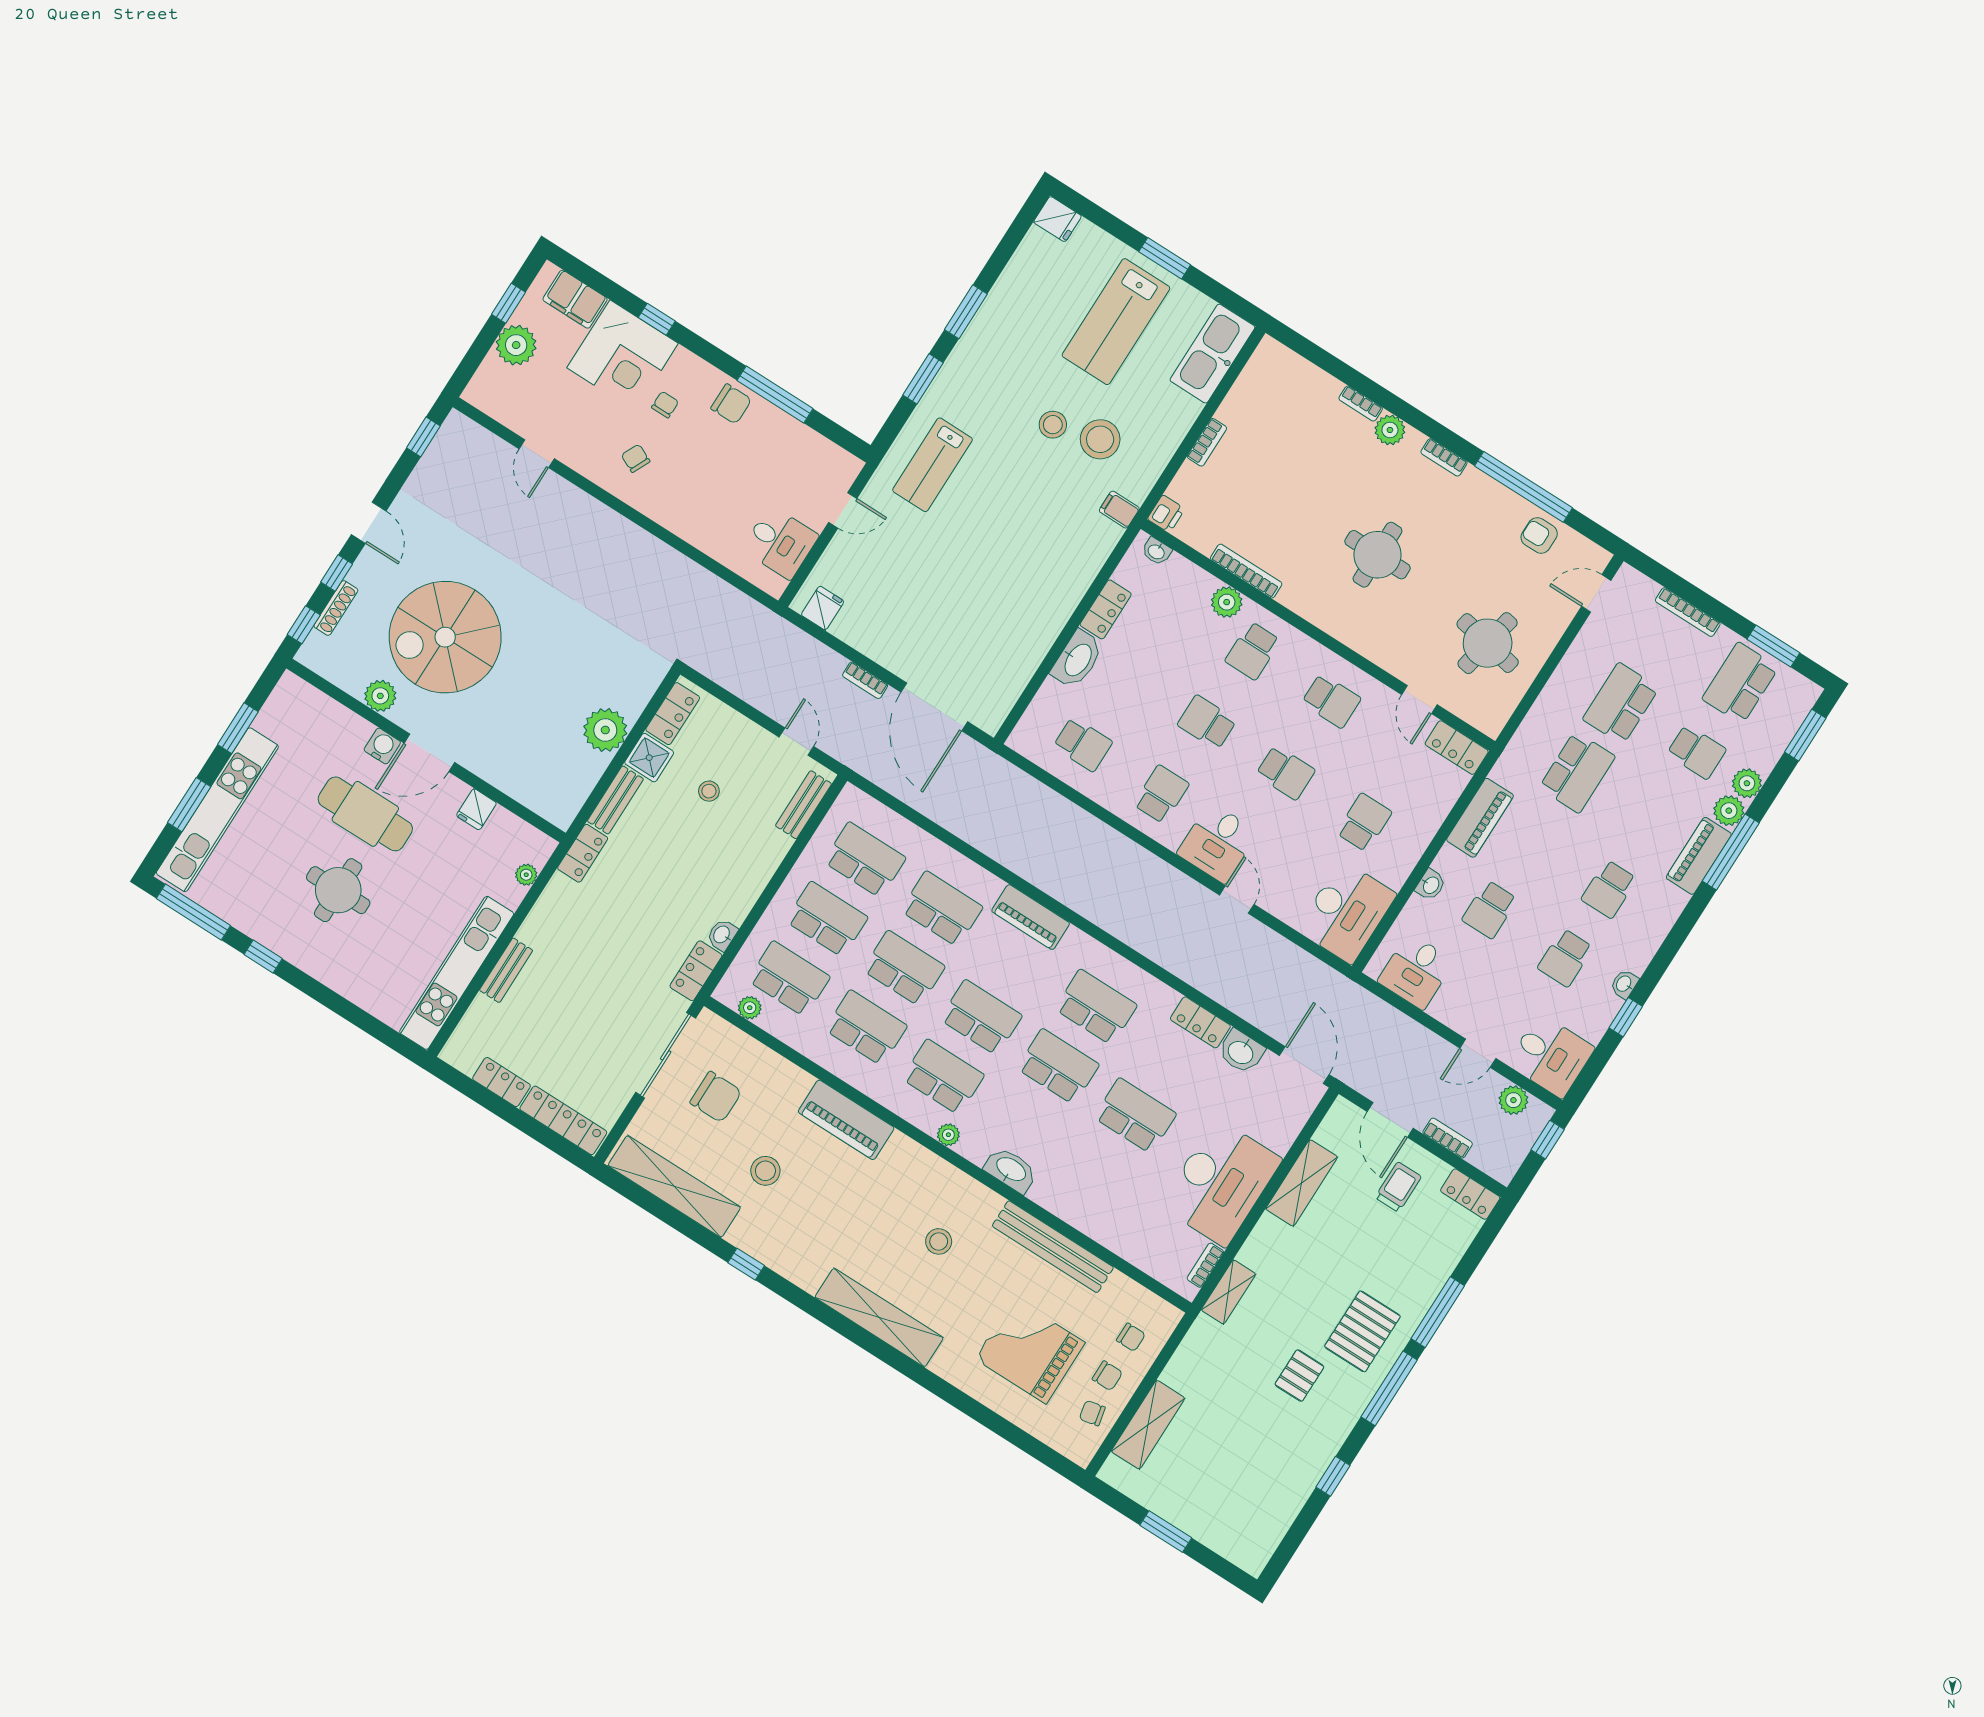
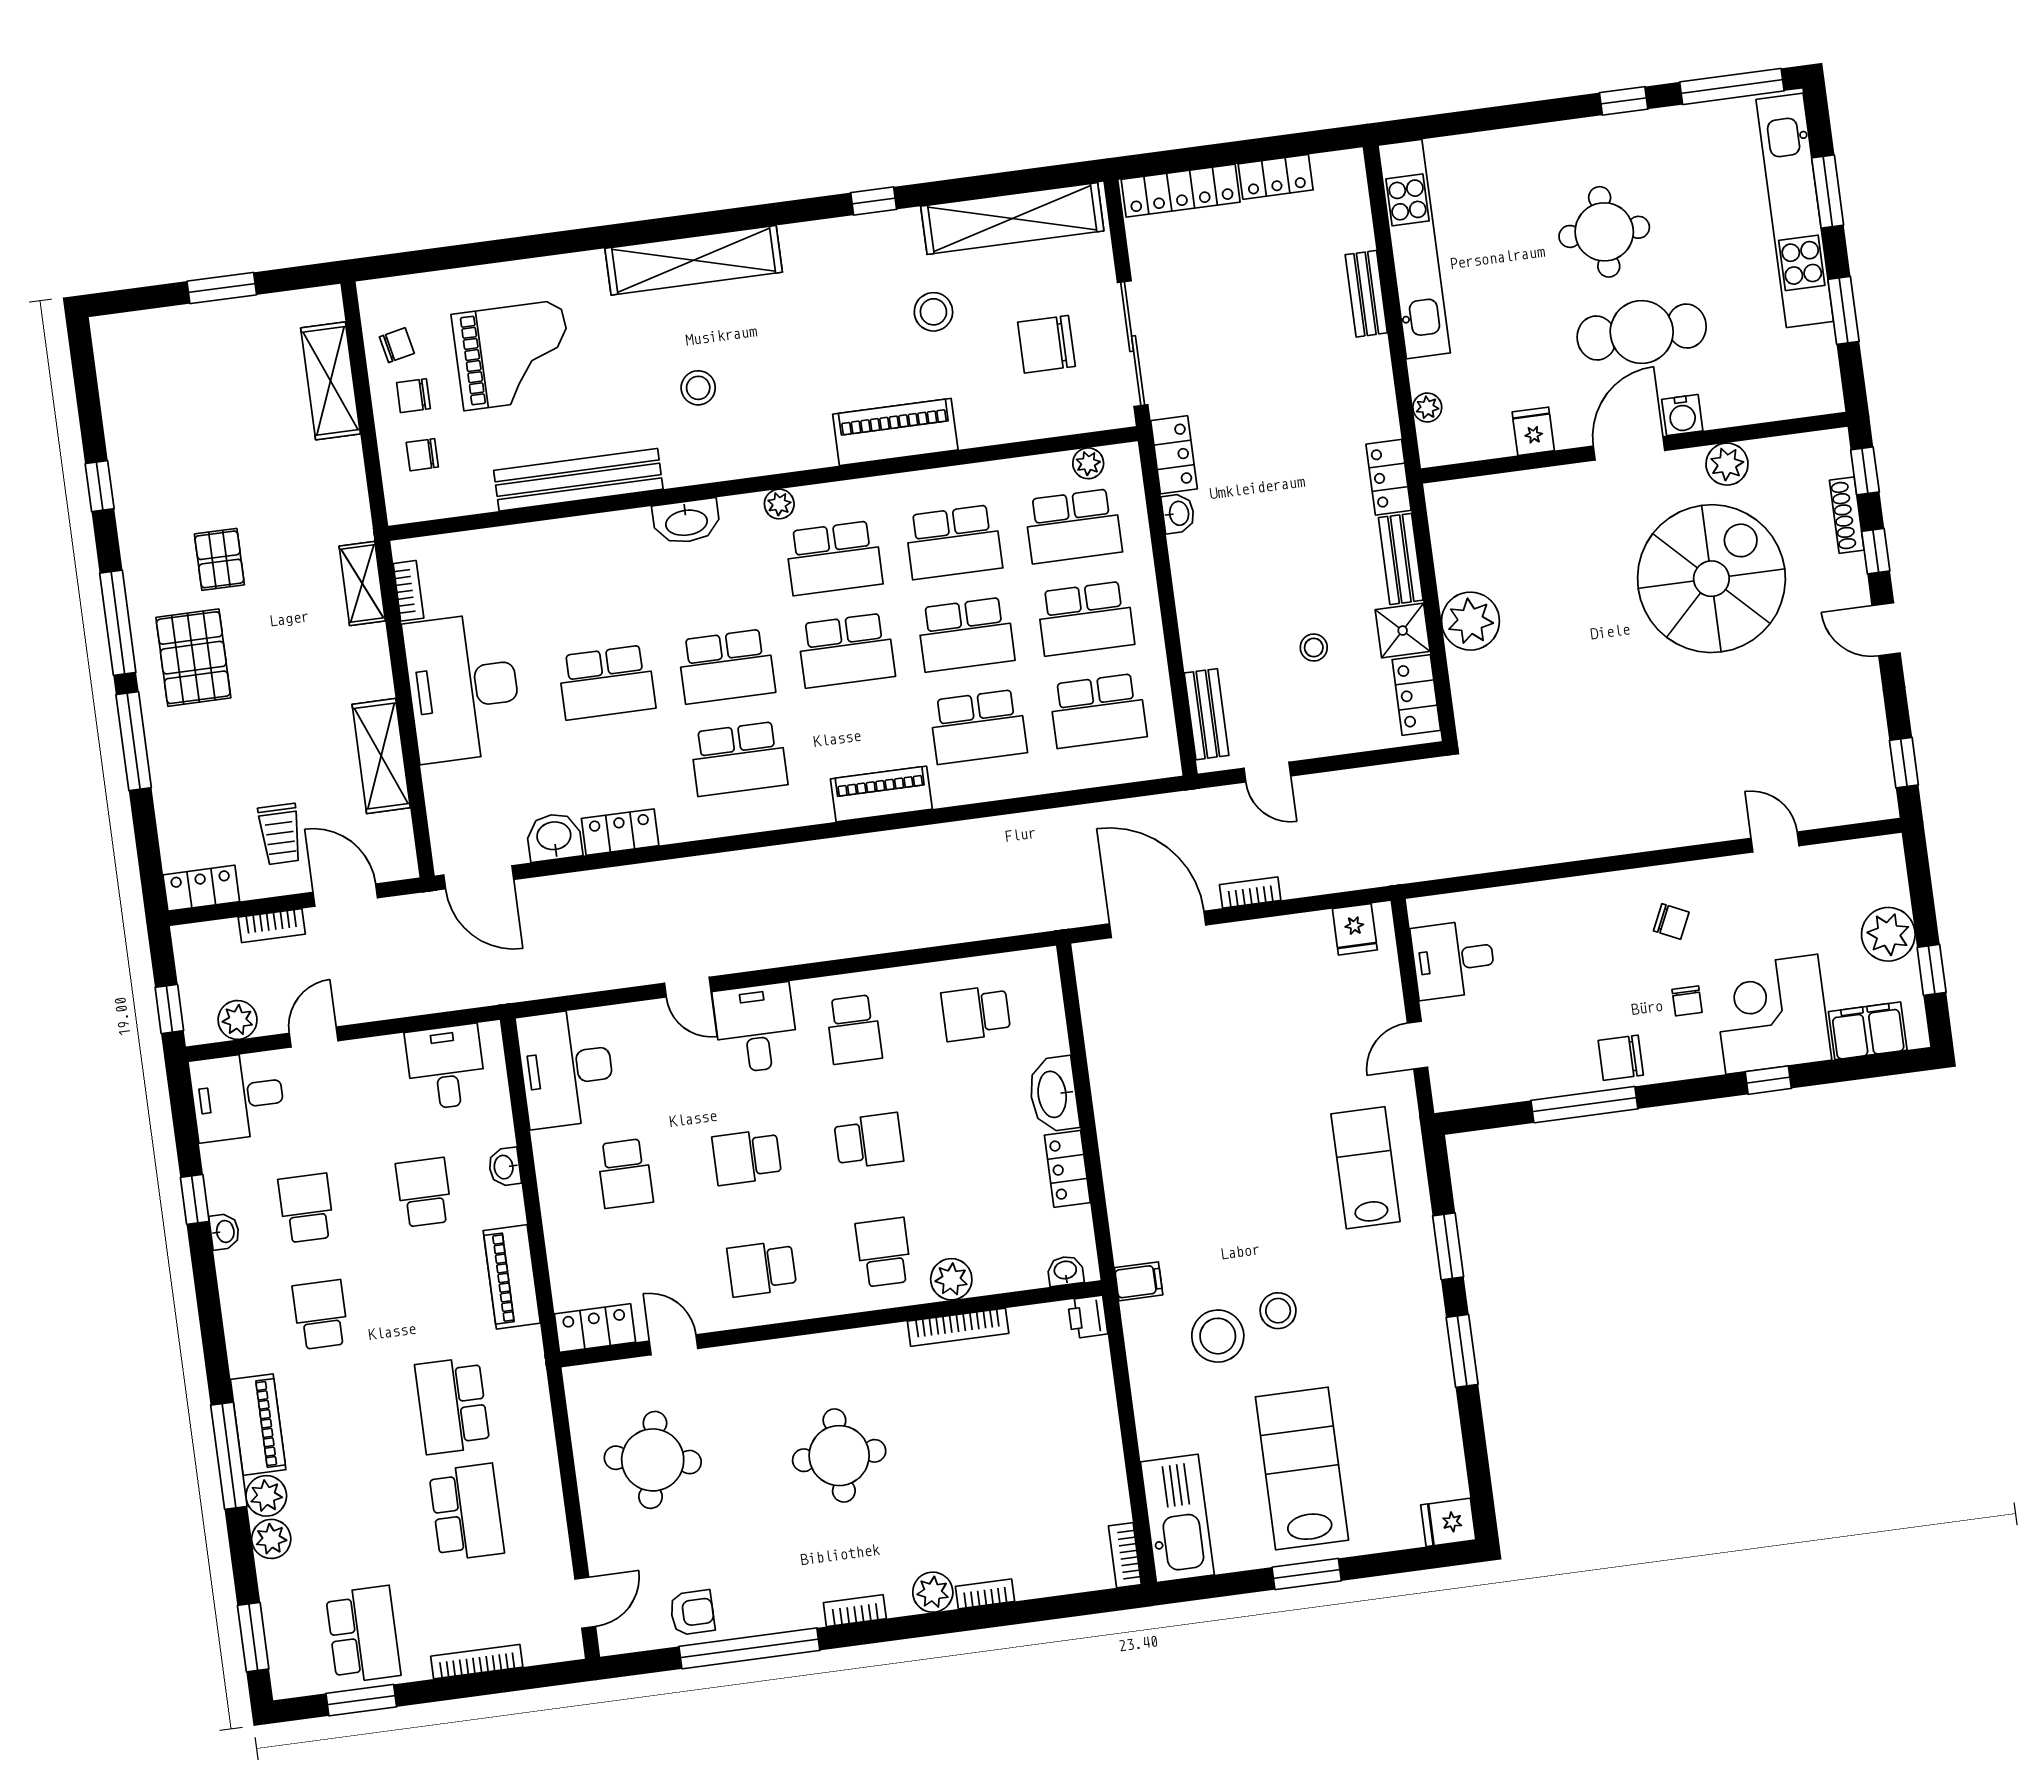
bookcase: (1207, 442) -> (1125, 1555), moved
school desk: (1696, 752) -> (349, 1528), removed

